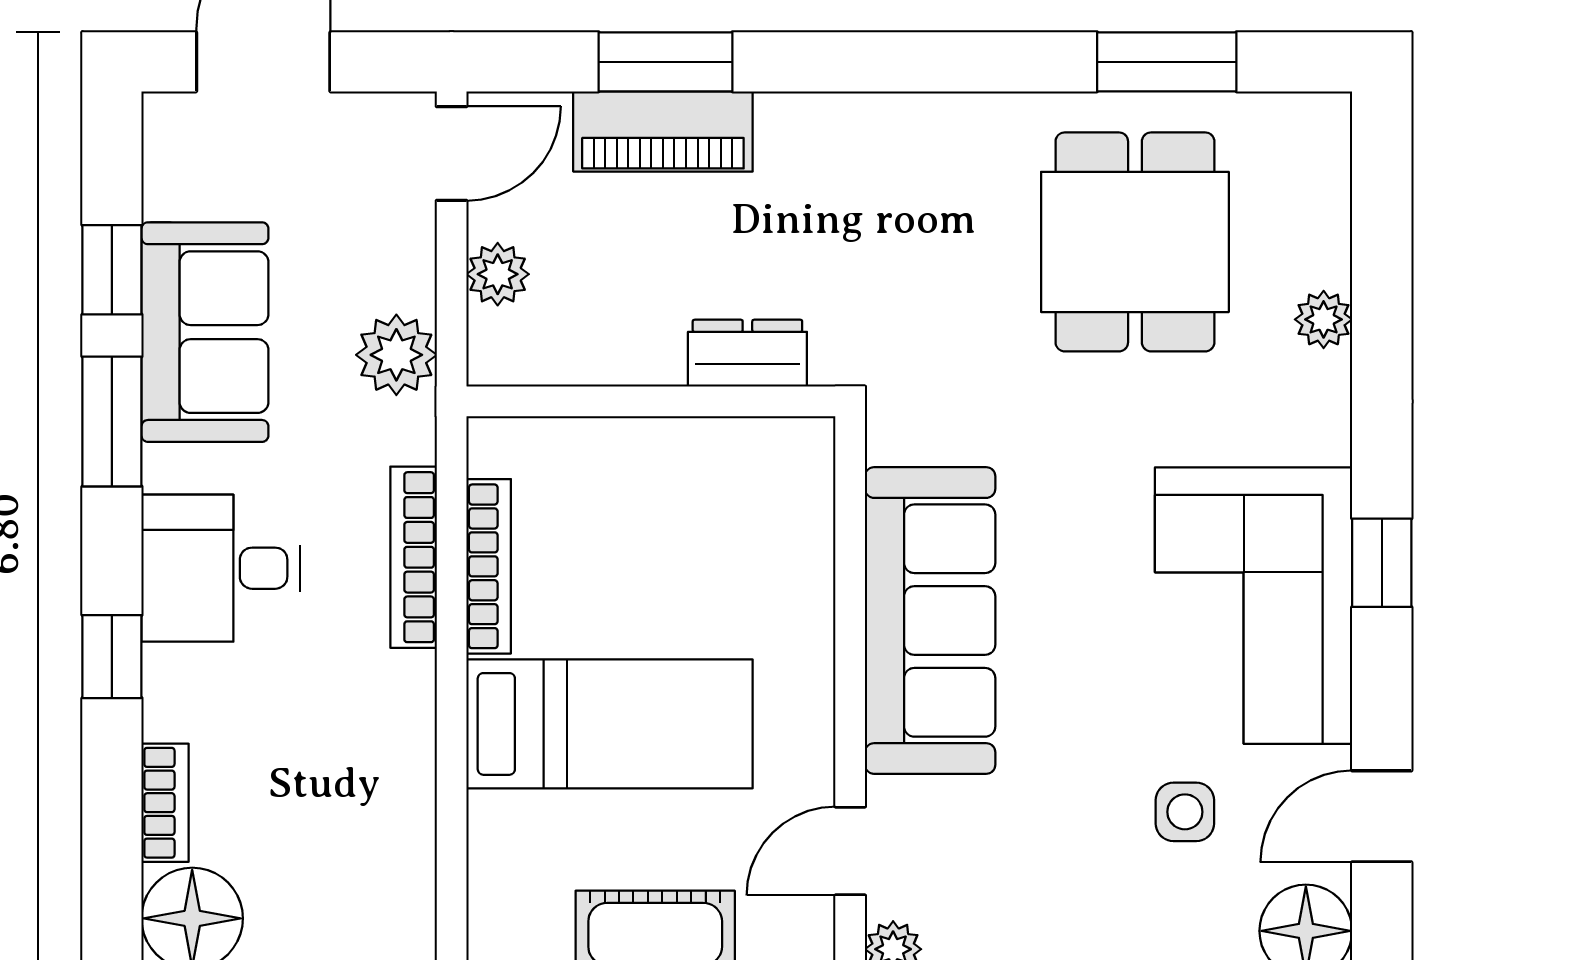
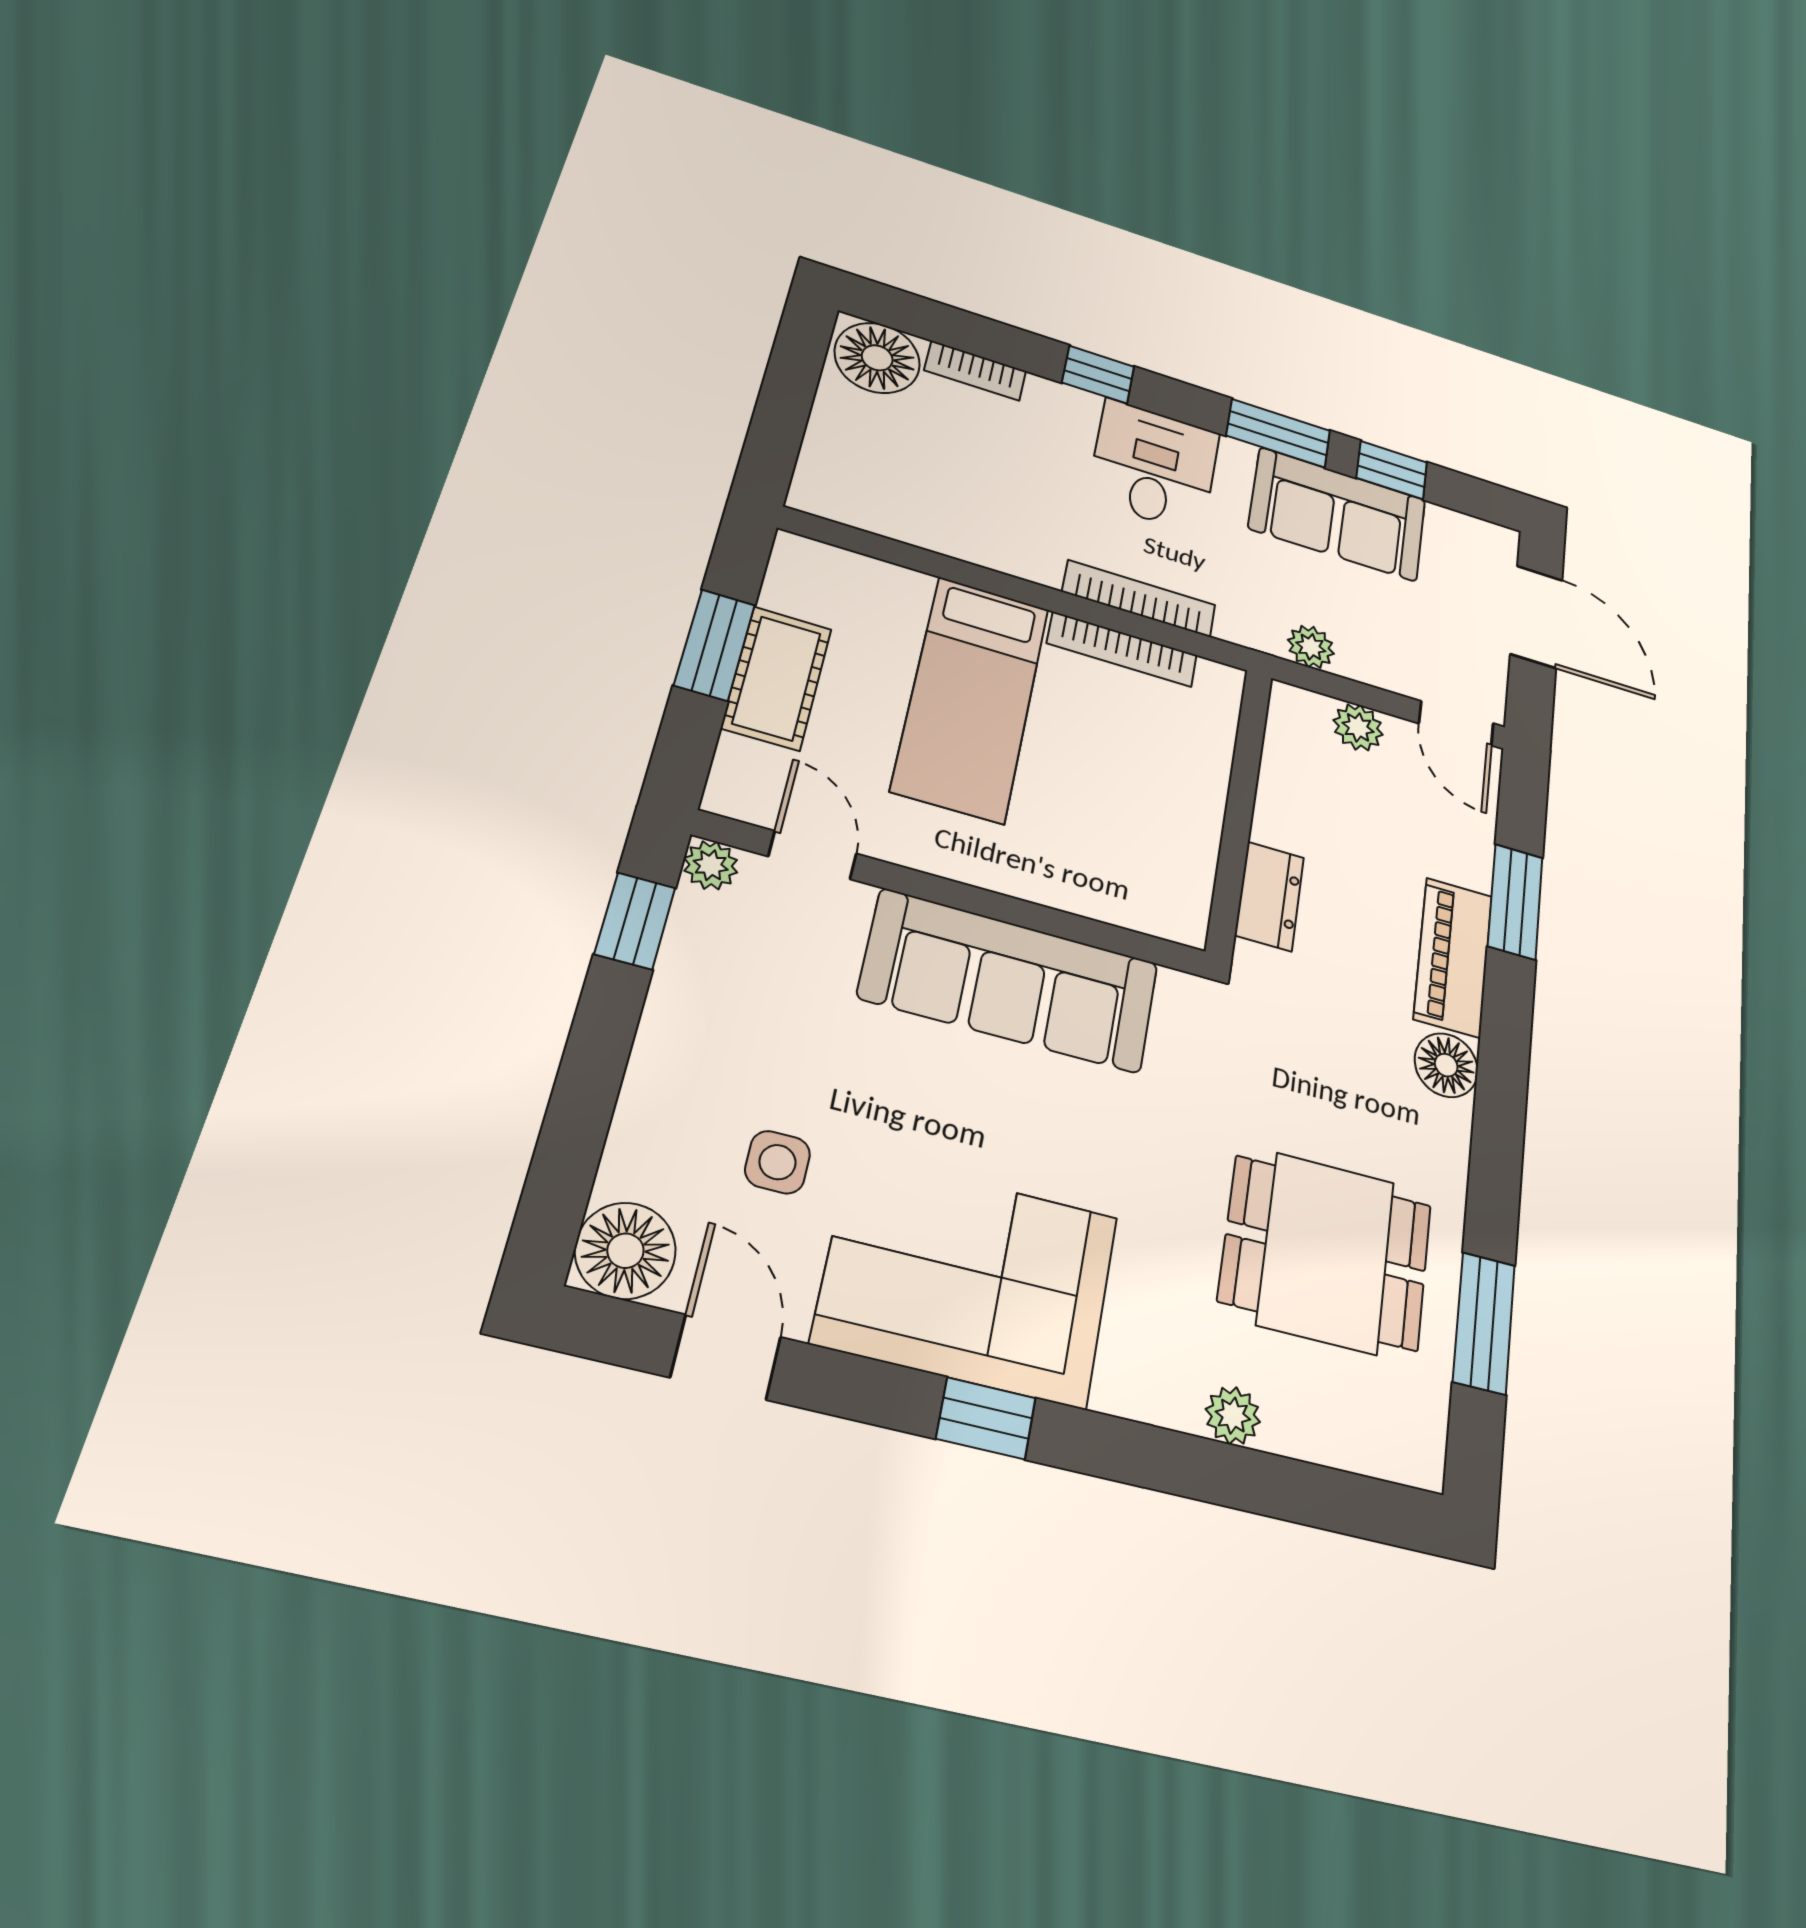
floor lamp: (890, 128) -> (1446, 1065), added
piano: (663, 131) -> (1453, 957), moved
plant: (396, 355) -> (1311, 647), width x0.73, depth x0.73

